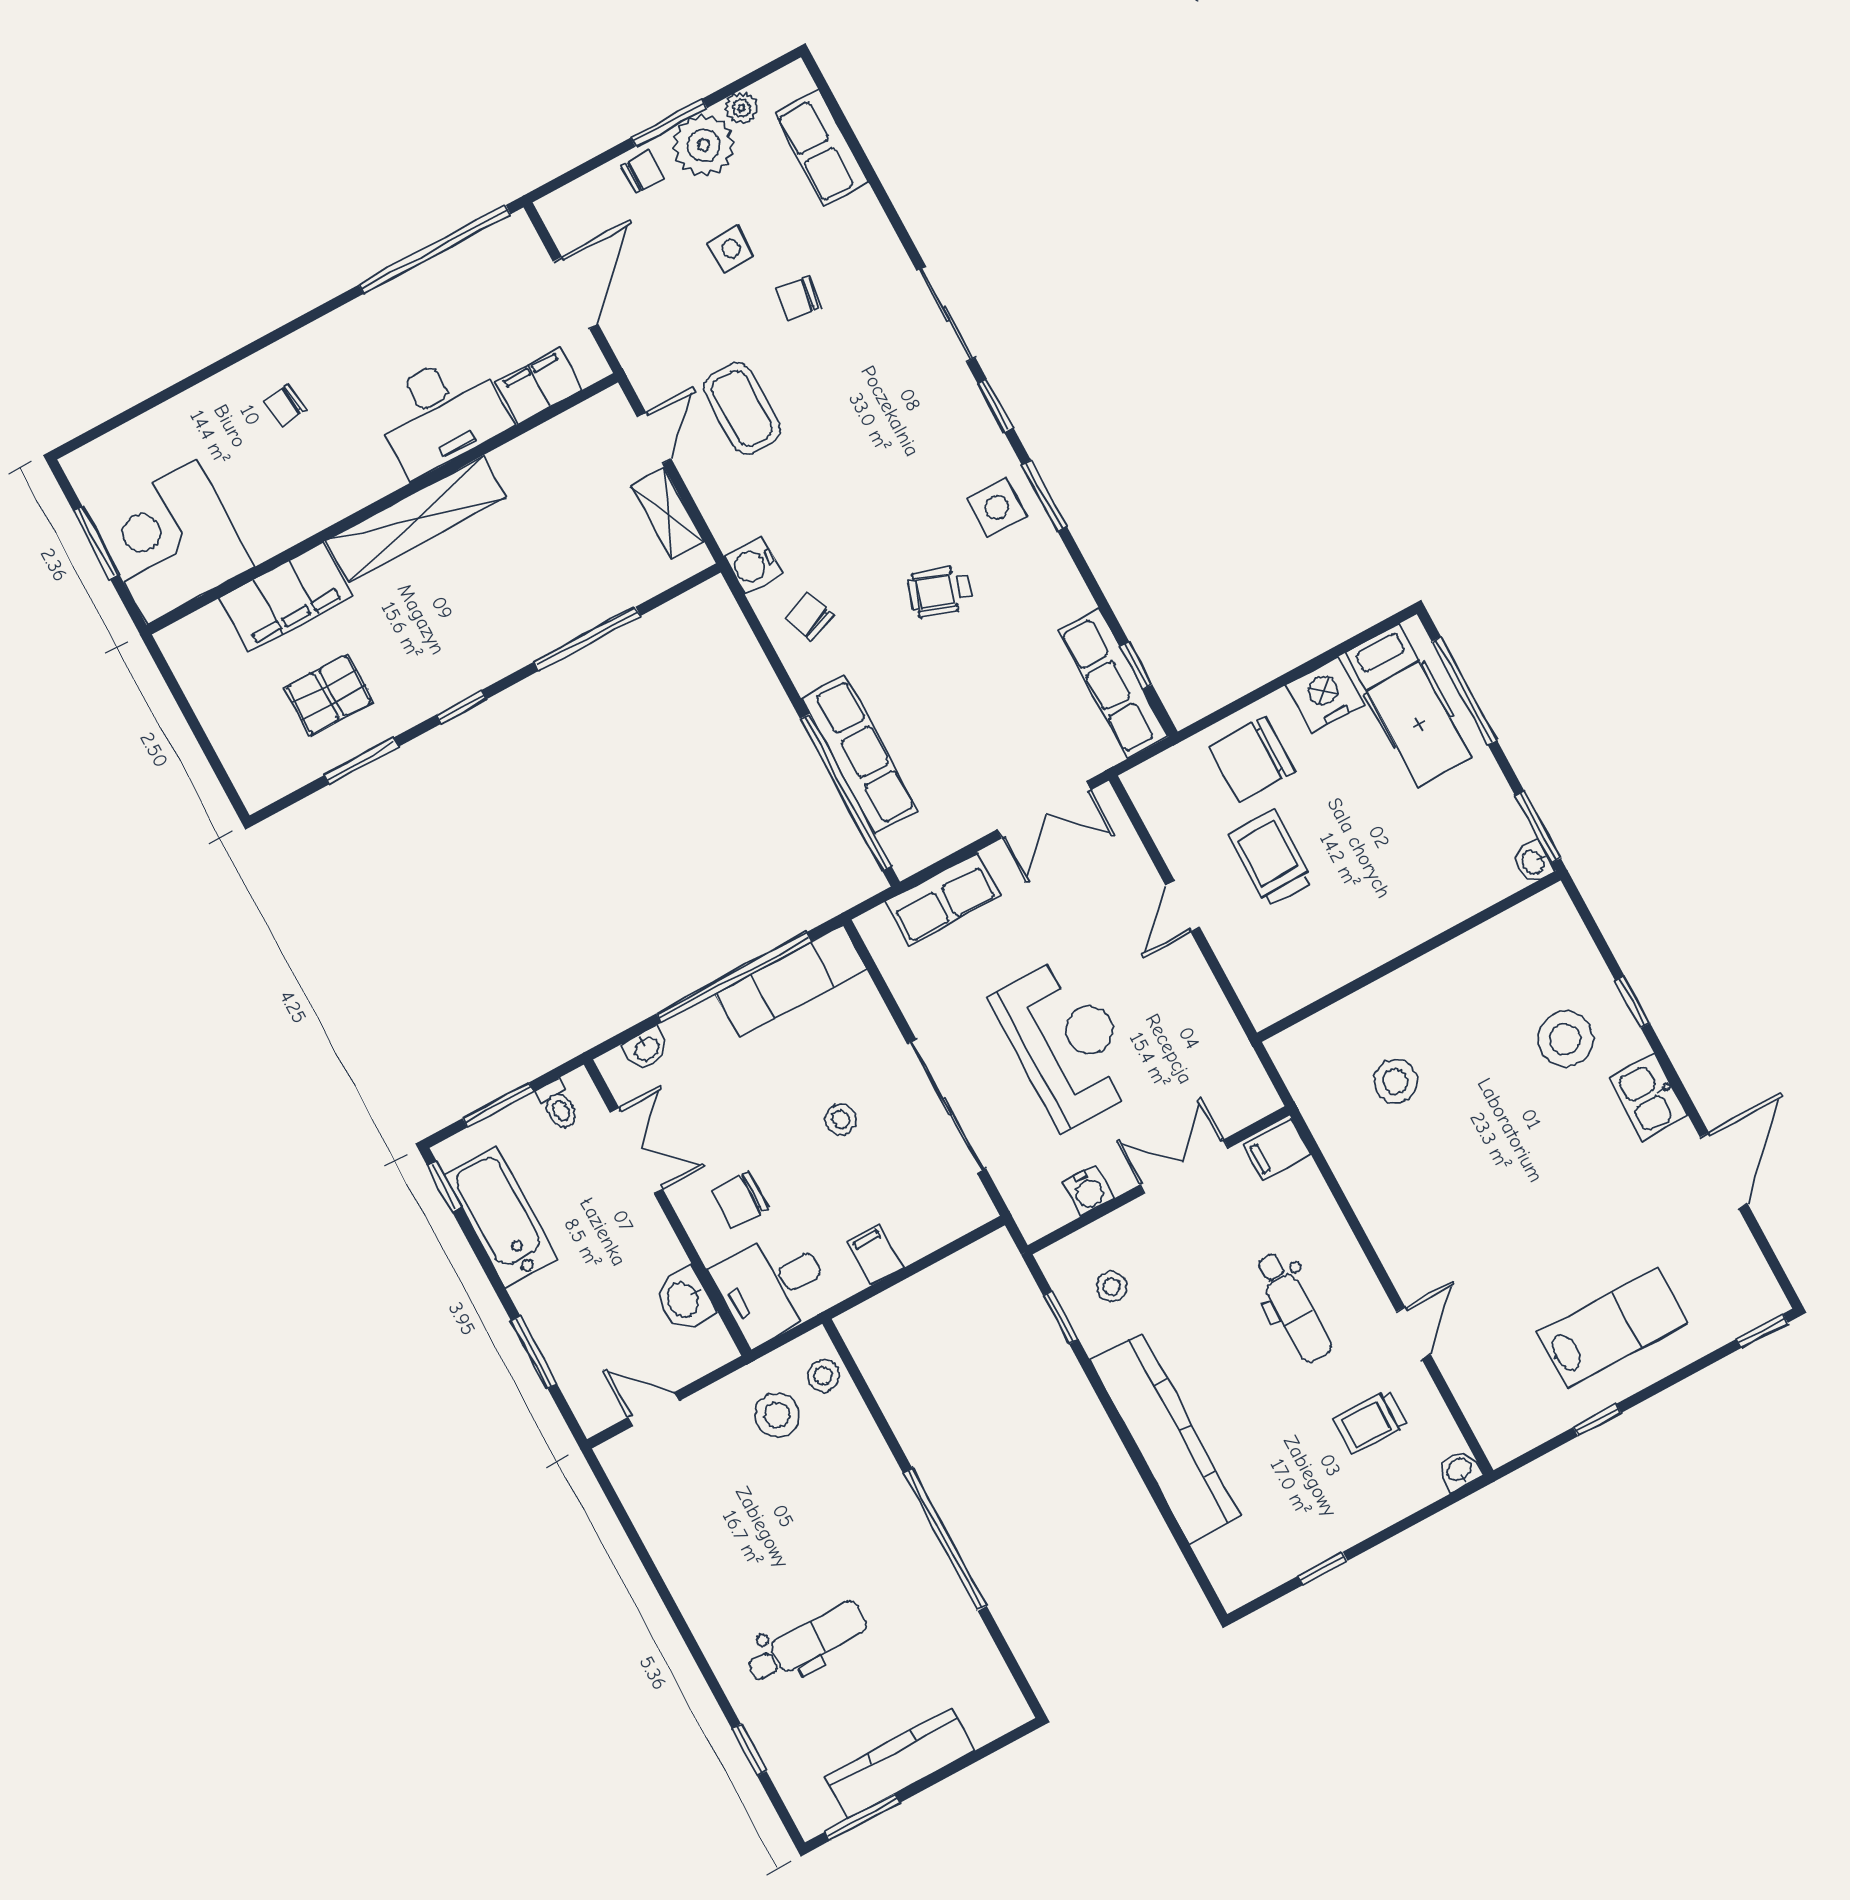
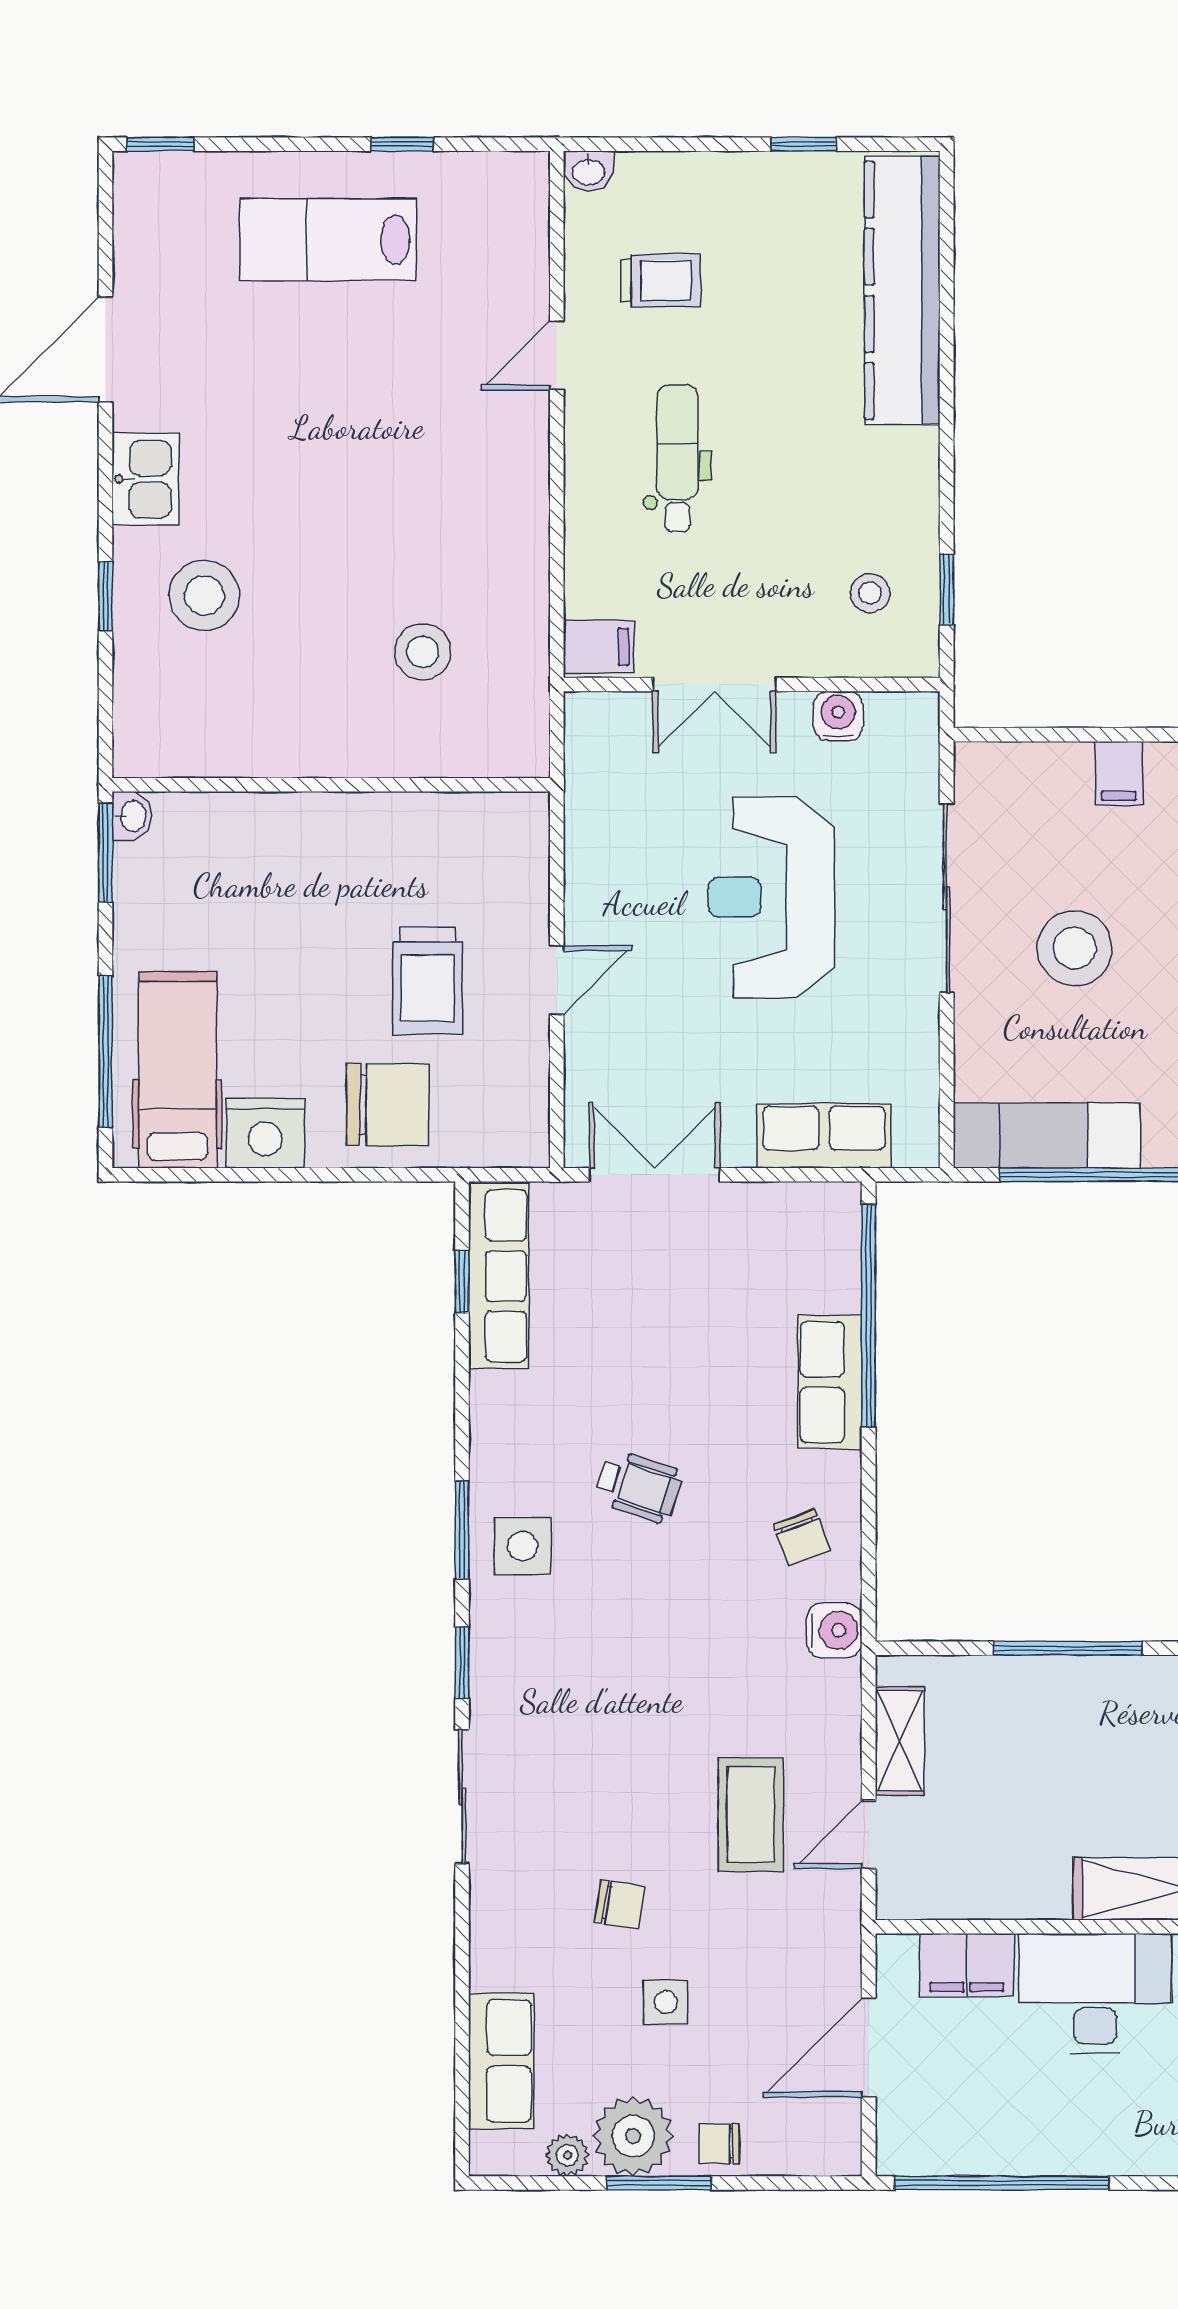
row of seats: (860, 755) -> (830, 1382), width x0.68
stool: (841, 1120) -> (1075, 948), width x1.89, depth x1.89
kitchen counter: (1165, 1439) -> (902, 290), moved

